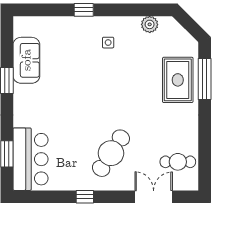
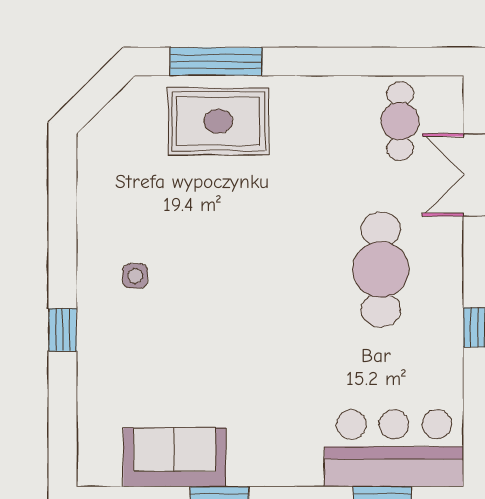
plant: (150, 24) -> (95, 184), removed
cafe table: (111, 153) -> (381, 269), turned 57

